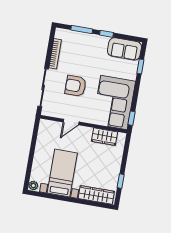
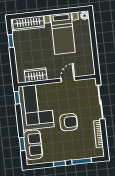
sofa: (124, 49) -> (33, 145), moved, turned 90
armchair: (76, 86) -> (69, 122), moved

